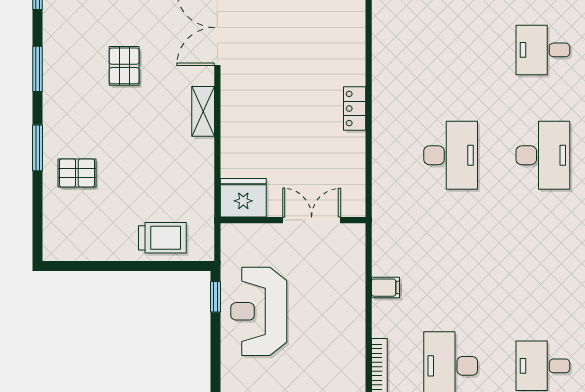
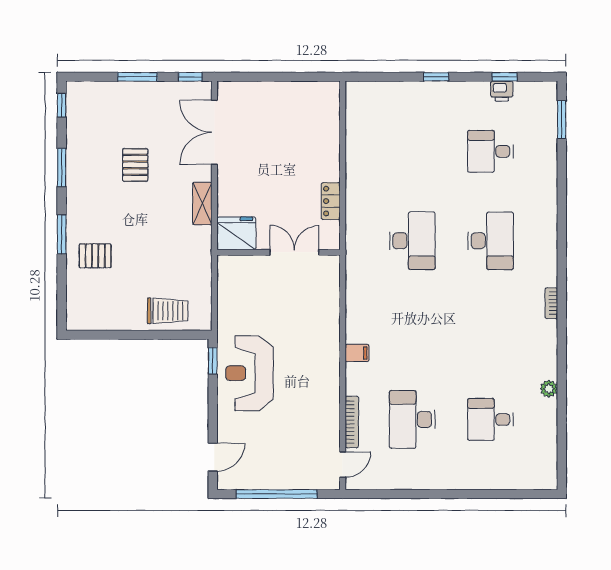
fridge: (243, 198) -> (236, 233), moved
wall: (293, 220) -> (279, 252), moved
double door: (312, 220) -> (294, 252), moved

